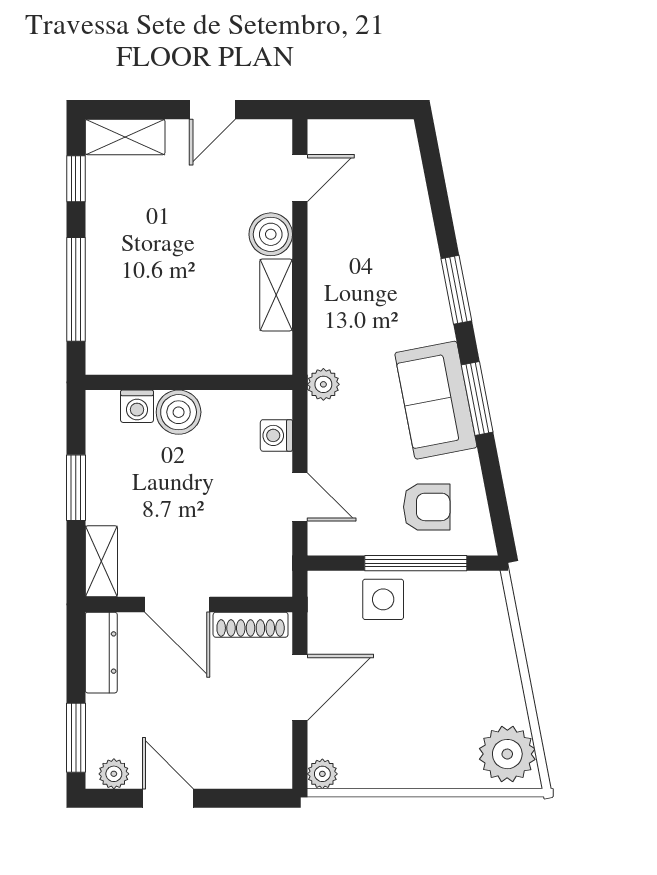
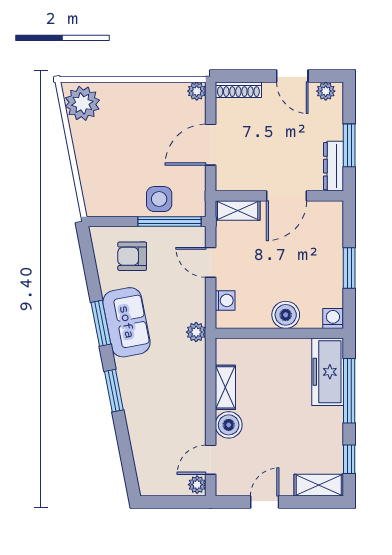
plant: (322, 138) -> (197, 485), added
freezer: (111, 320) -> (328, 372), added
washing machine: (137, 406) -> (333, 318), moved
shelving: (101, 561) -> (238, 210), moved, turned 90
window: (416, 563) -> (169, 221), moved
door: (177, 604) -> (286, 196), swing flipped
shoe rack: (251, 625) -> (238, 90), moved, turned 180
window: (76, 738) -> (349, 145), moved

